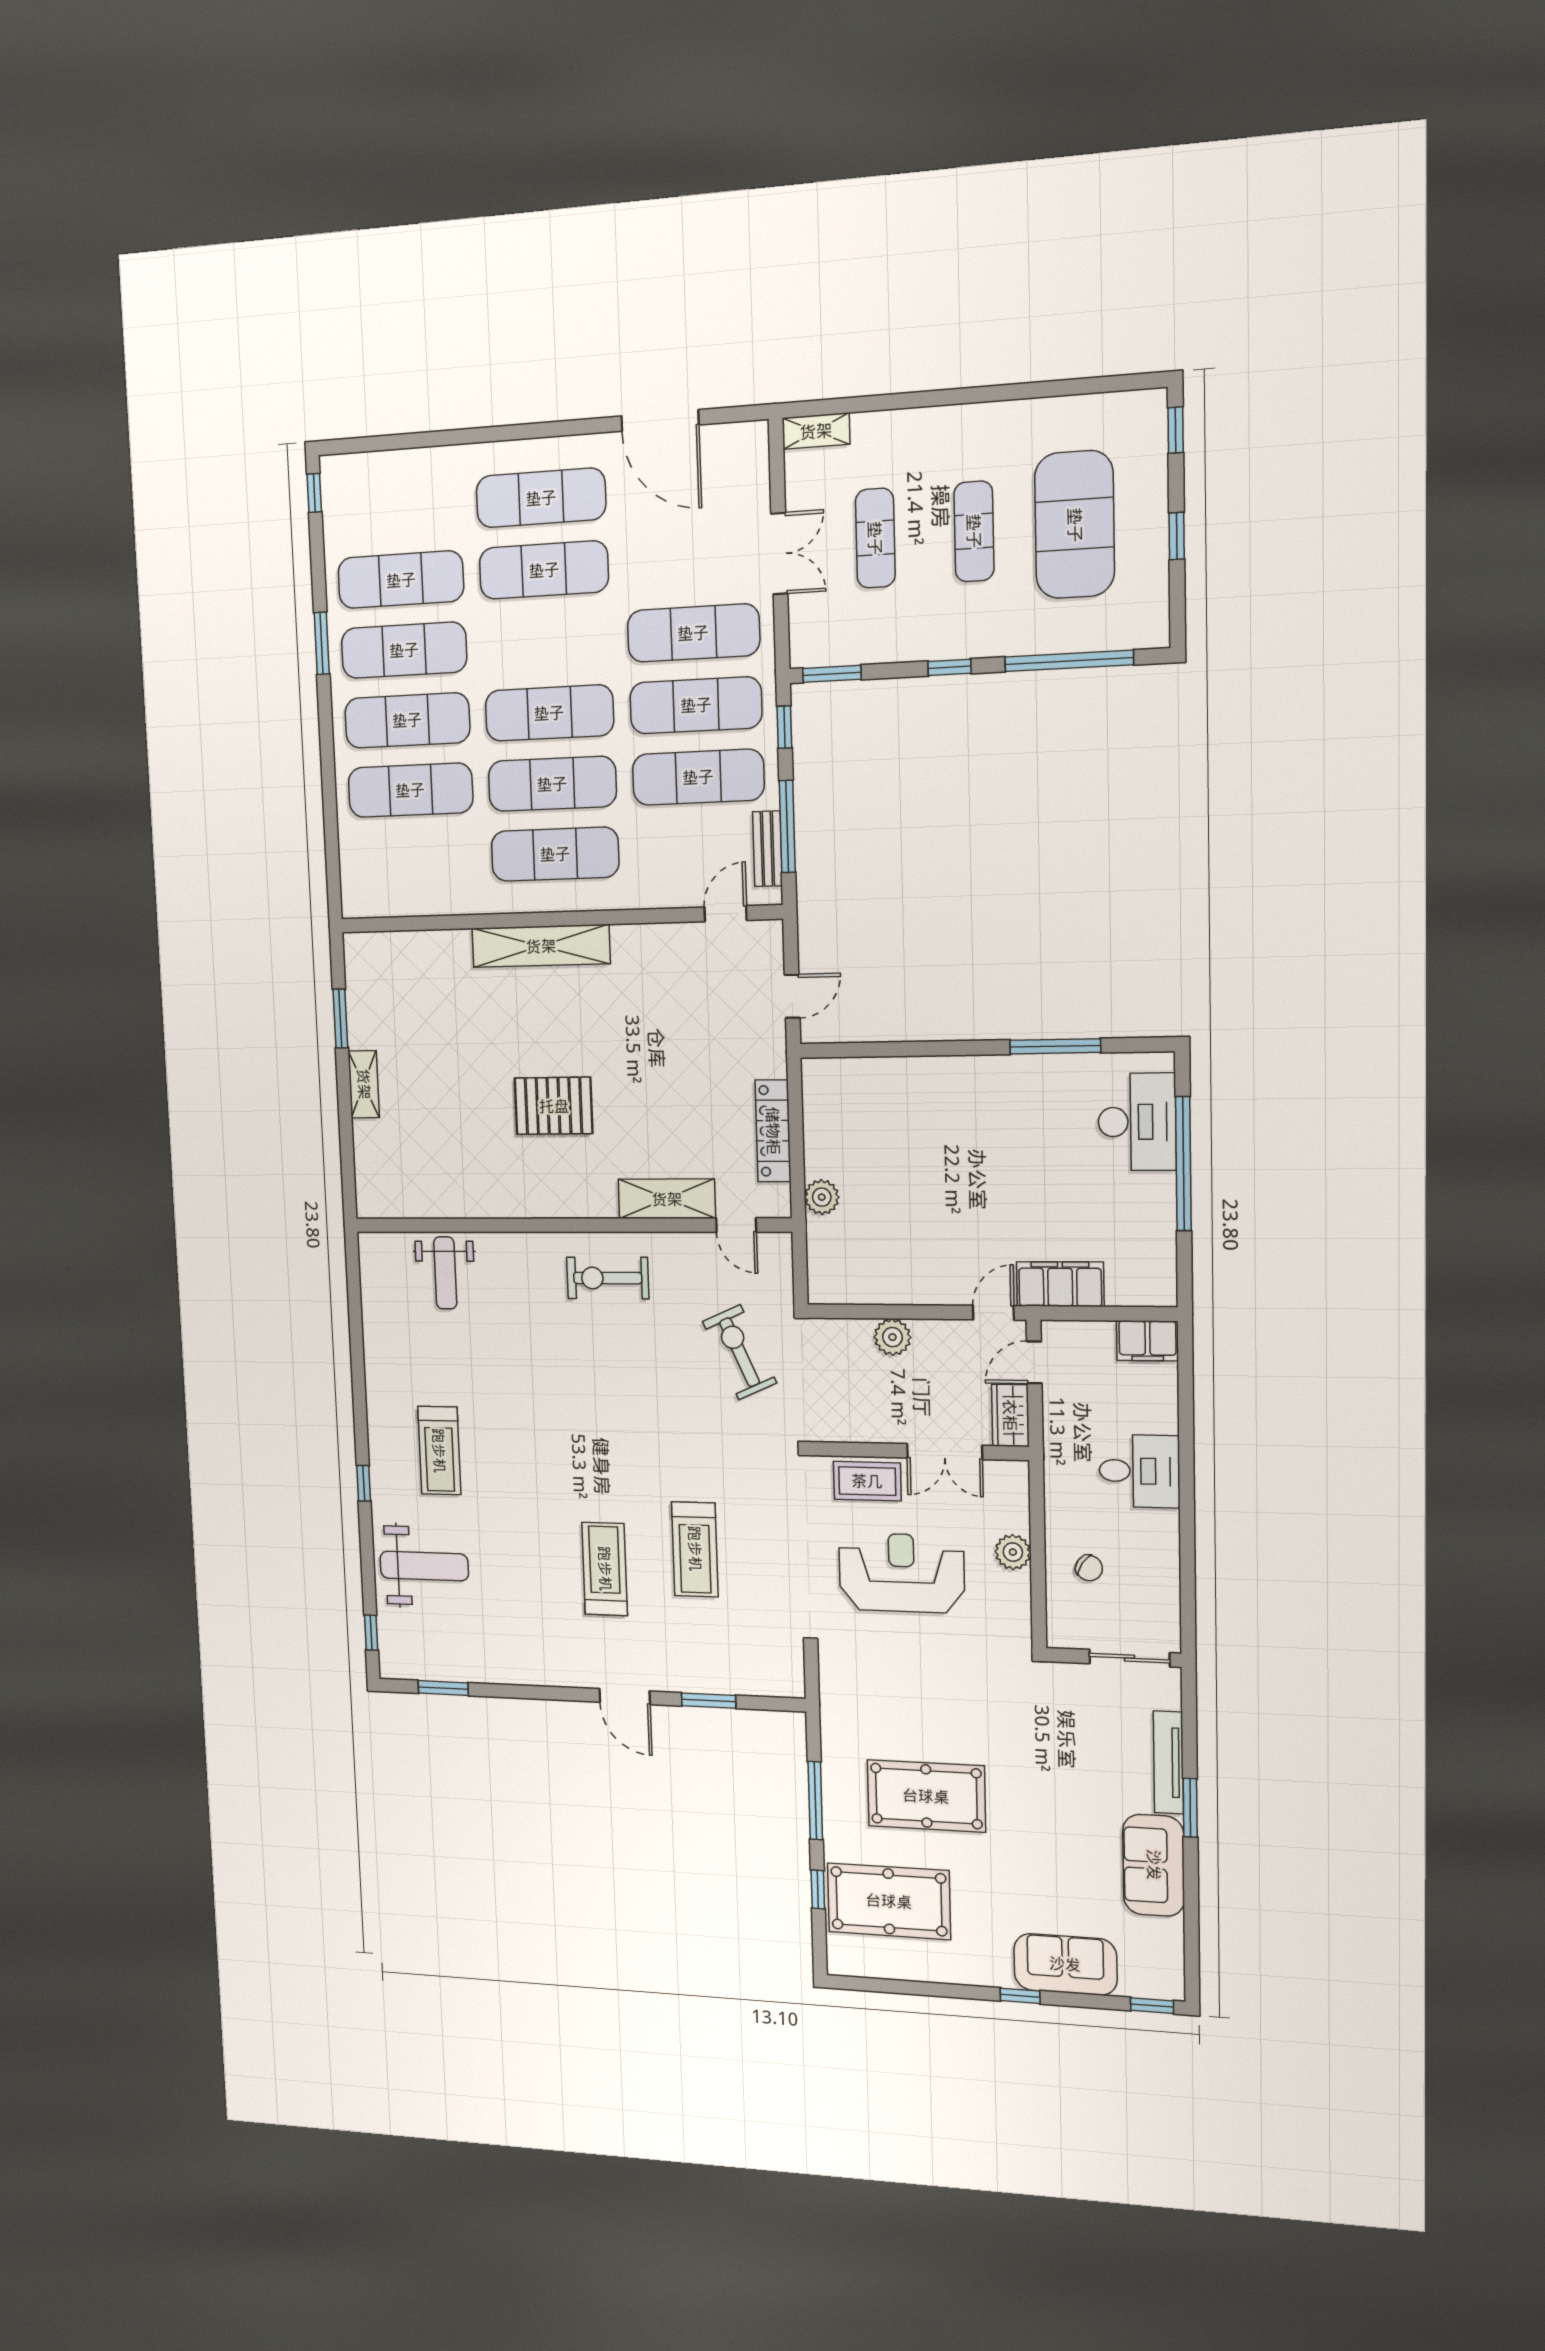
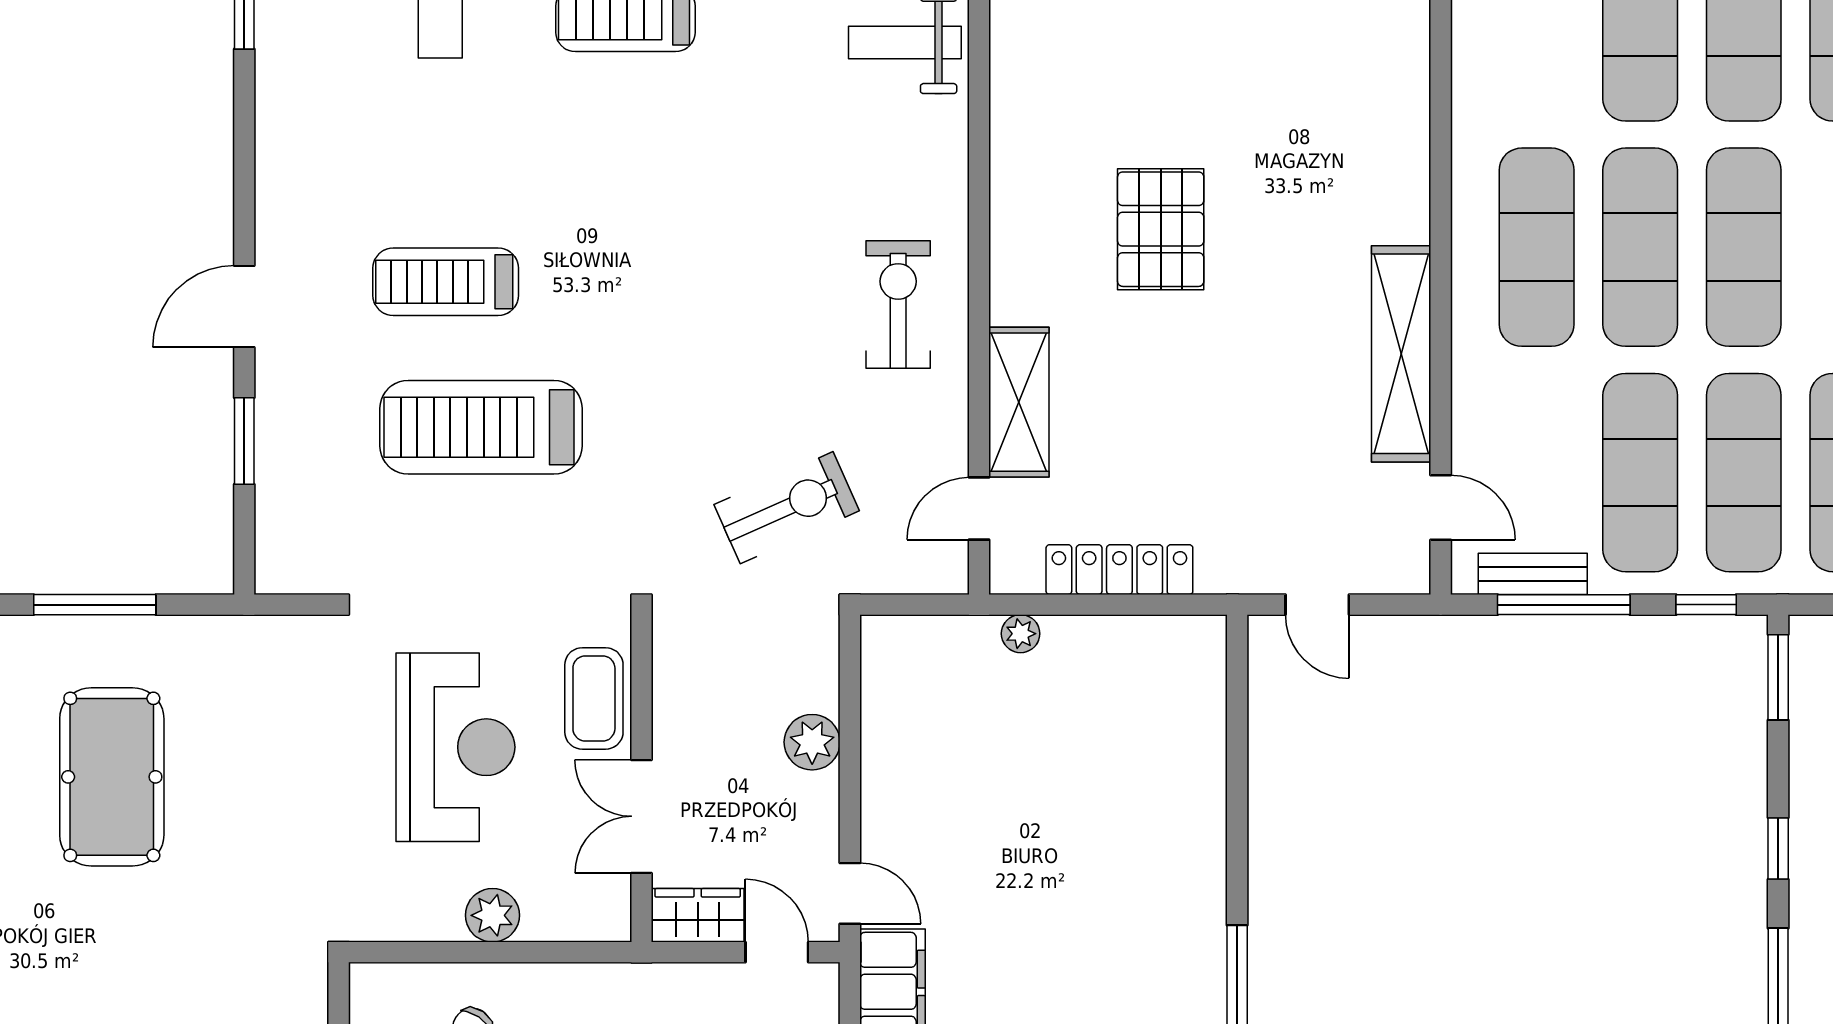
shelving: (541, 946) -> (1401, 354), moved
plant: (822, 1197) -> (1021, 634), width x0.73, depth x0.73
treadmill: (695, 1549) -> (481, 427), width x1.37, depth x1.38
treadmill: (605, 1569) -> (446, 282), turned 180

